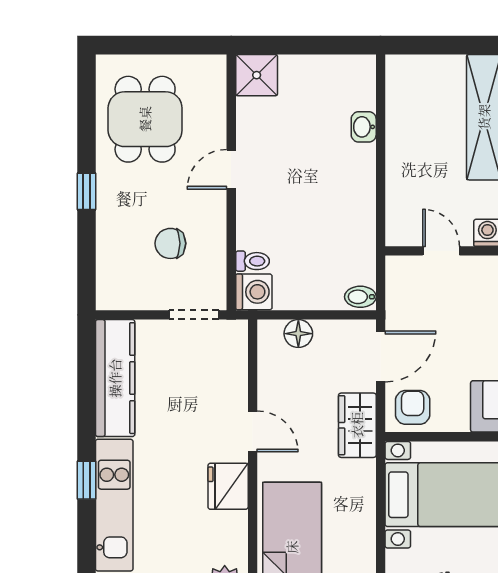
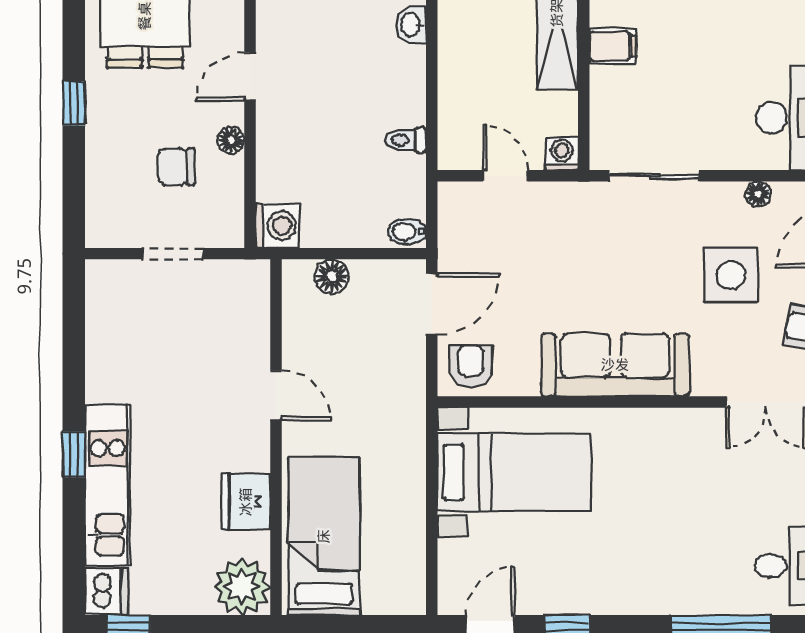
floor lamp: (216, 222) -> (231, 140), added
toilet: (253, 261) -> (406, 140), moved, turned 180
doorway: (194, 315) -> (173, 254), moved
kitchen counter: (115, 378) -> (109, 330), removed
wardrobe: (357, 425) -> (403, 388), removed
fridge: (228, 486) -> (246, 502), moved

